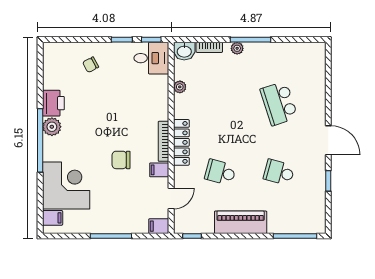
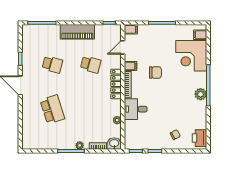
desk: (151, 58) -> (136, 109), moved
printer: (53, 103) -> (200, 138), moved

